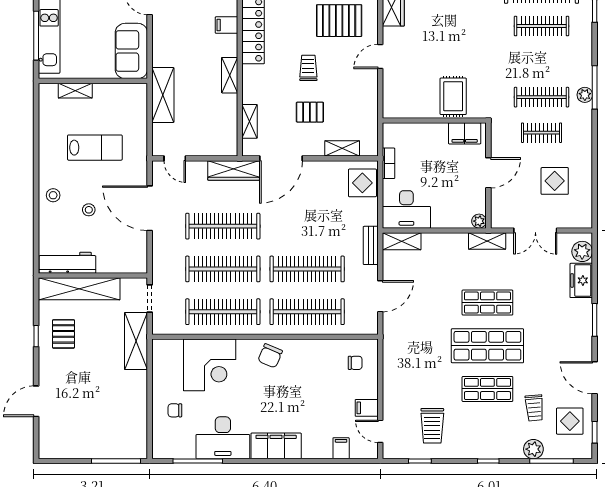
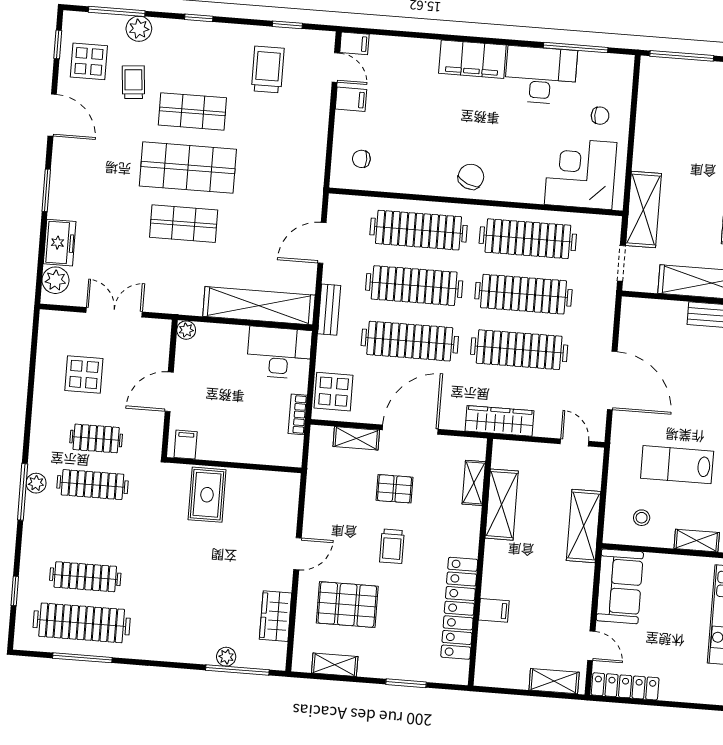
shelving: (230, 75) -> (502, 505), moved, width x1.50, depth x1.33
filing cabinet: (465, 133) -> (186, 445), width x0.50
door: (281, 158) -> (410, 430), moved
stool: (89, 210) -> (642, 518), moved
clothes rail: (307, 226) -> (410, 341), added
shelving: (402, 241) -> (259, 306), width x2.20, depth x1.33
shelving: (487, 241) -> (178, 304), removed
corner desk: (210, 365) -> (581, 173), moved
filing cabinet: (341, 448) -> (354, 43), moved, turned -90

